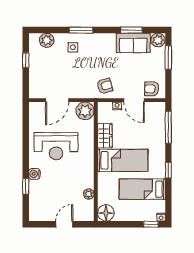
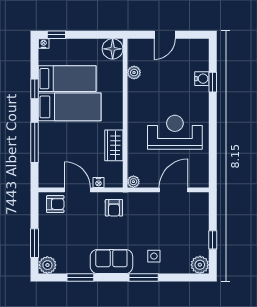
plant: (47, 40) -> (200, 265), moved
sofa: (133, 43) -> (111, 261), moved
armchair: (105, 86) -> (114, 208), turned -74
plant: (85, 111) -> (133, 182), width x0.53, depth x0.53
window: (168, 127) -> (35, 142), moved
bed: (123, 160) -> (70, 107), moved, turned 180
window: (168, 170) -> (35, 89), moved
water cooler: (34, 174) -> (202, 79), moved

